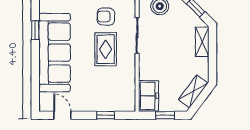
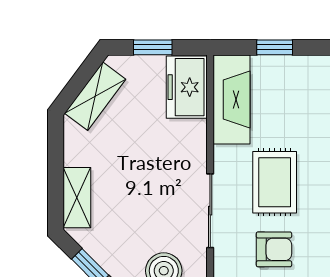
fireplace: (127, 90) -> (232, 99), added

